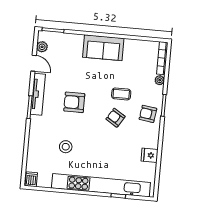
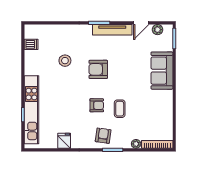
sofa: (103, 48) -> (162, 71), moved
armchair: (74, 102) -> (98, 69), moved, turned -90
armchair: (116, 118) -> (97, 105), turned 58
dishwasher: (31, 179) -> (31, 44), moved
kitchen unit: (101, 185) -> (31, 110), width x0.73

